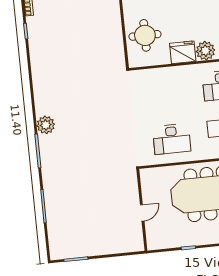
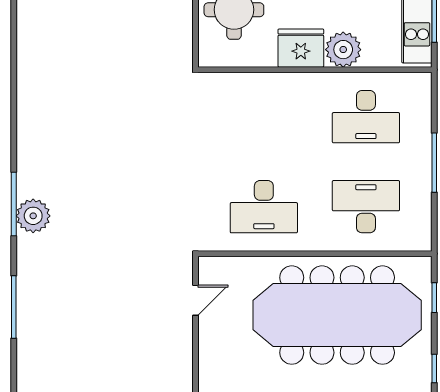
plant: (46, 125) -> (33, 216), moved
door: (142, 213) -> (195, 300), moved

